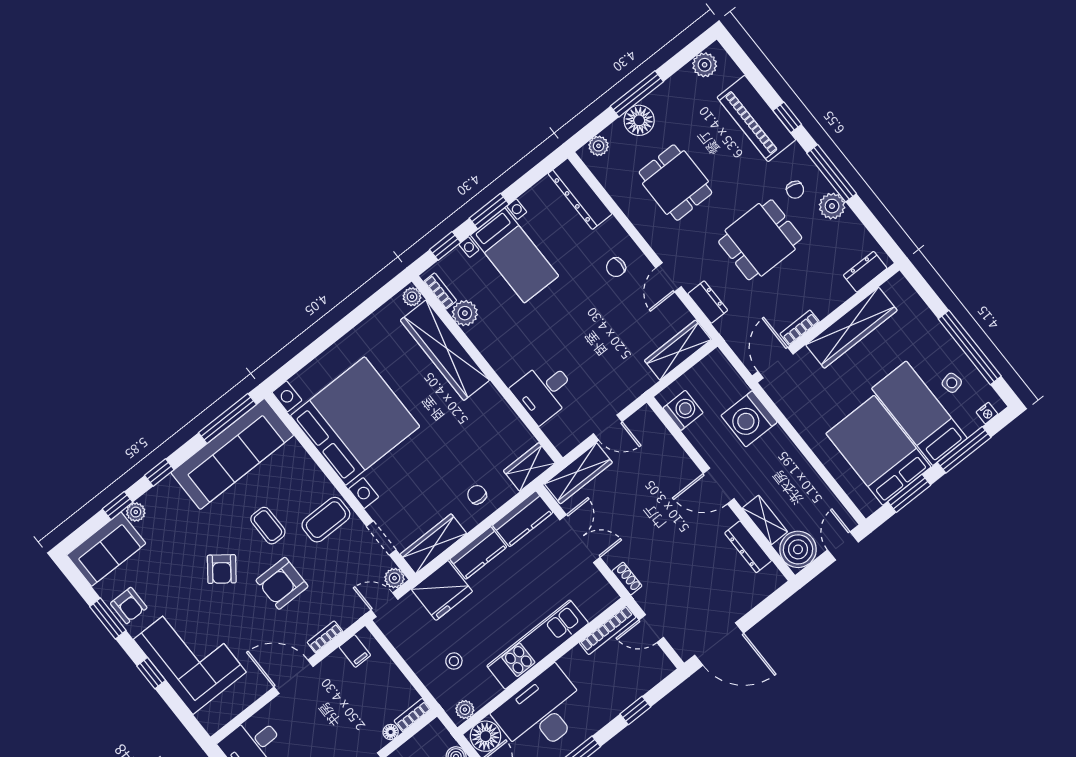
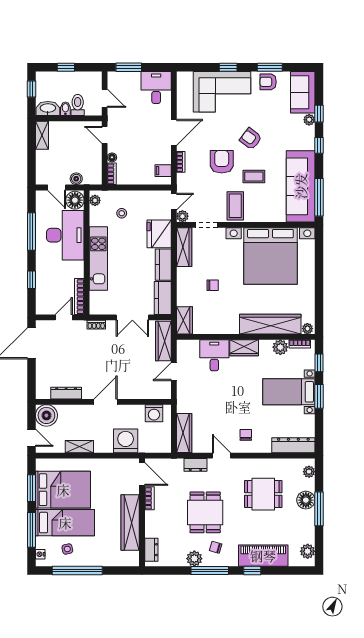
wardrobe: (503, 360) -> (244, 348), added
chair: (477, 495) -> (213, 285), moved
shelving: (765, 520) -> (79, 447), moved

